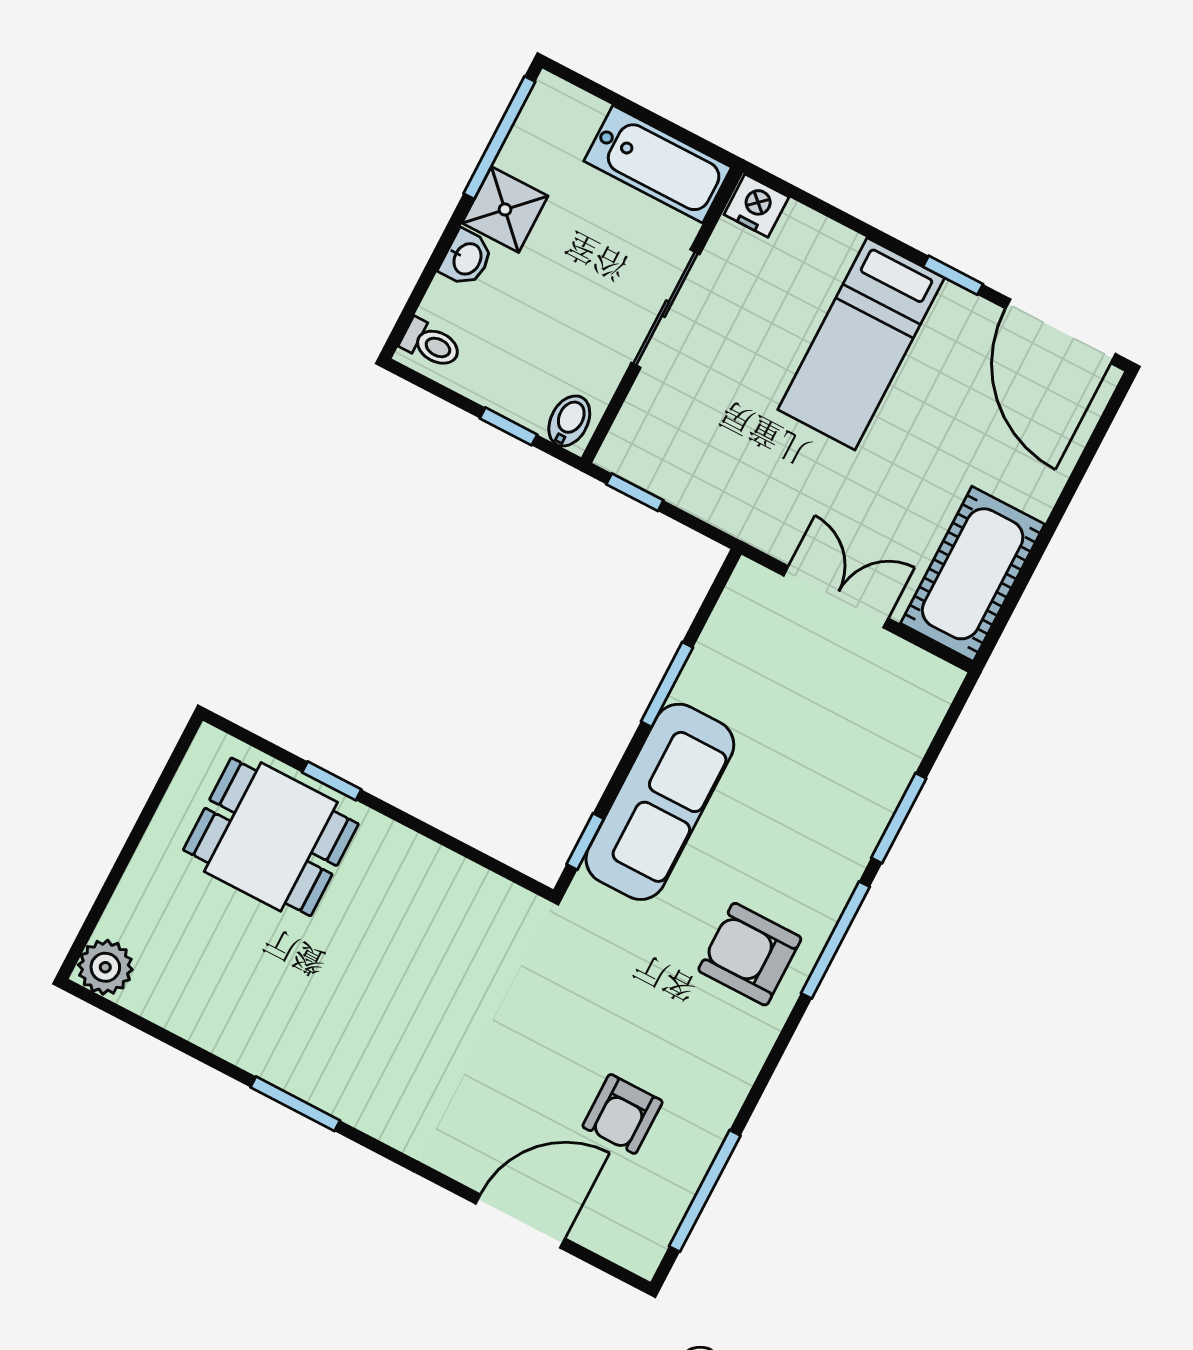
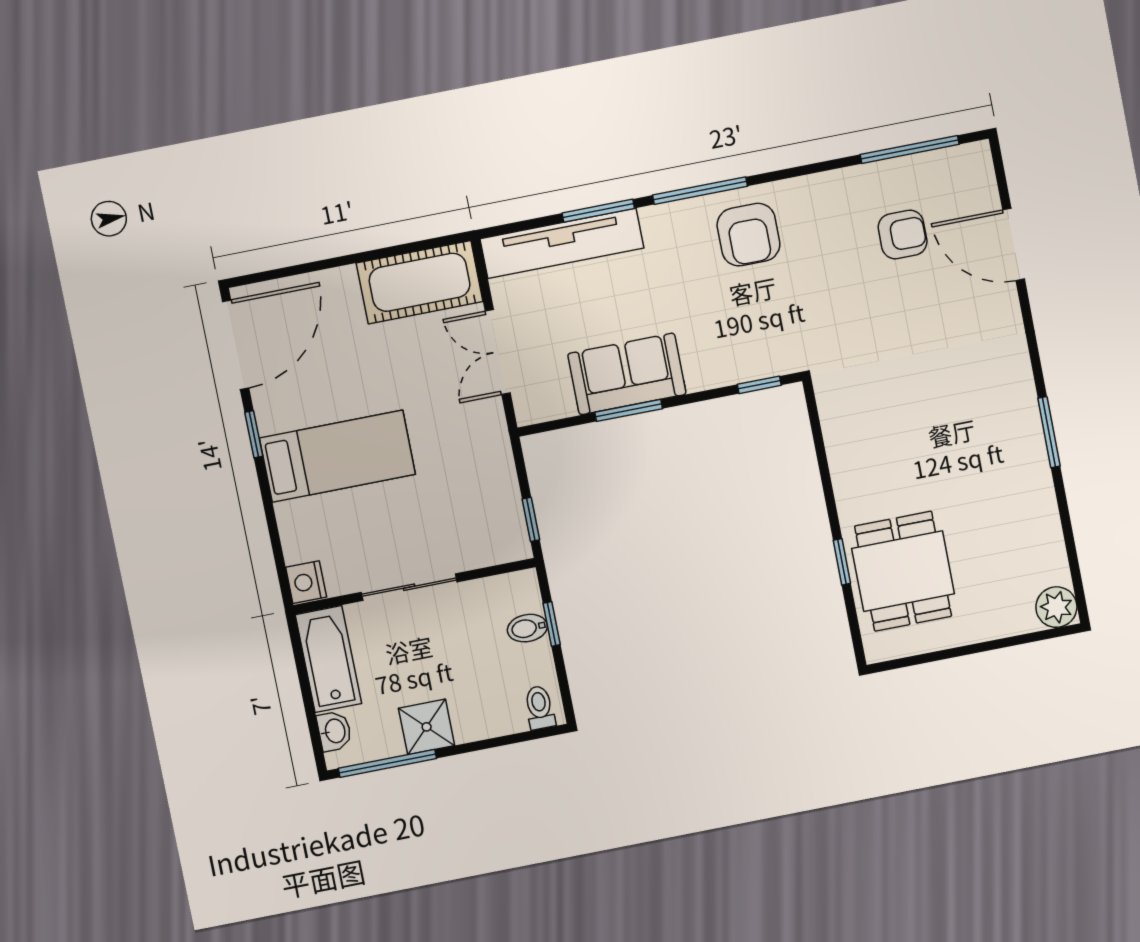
washbasin: (466, 258) -> (334, 731), moved, turned 90
bidet: (569, 421) -> (527, 628), moved
tv unit: (895, 753) -> (562, 243), added
sofa: (660, 802) -> (627, 374), moved, width x0.73

